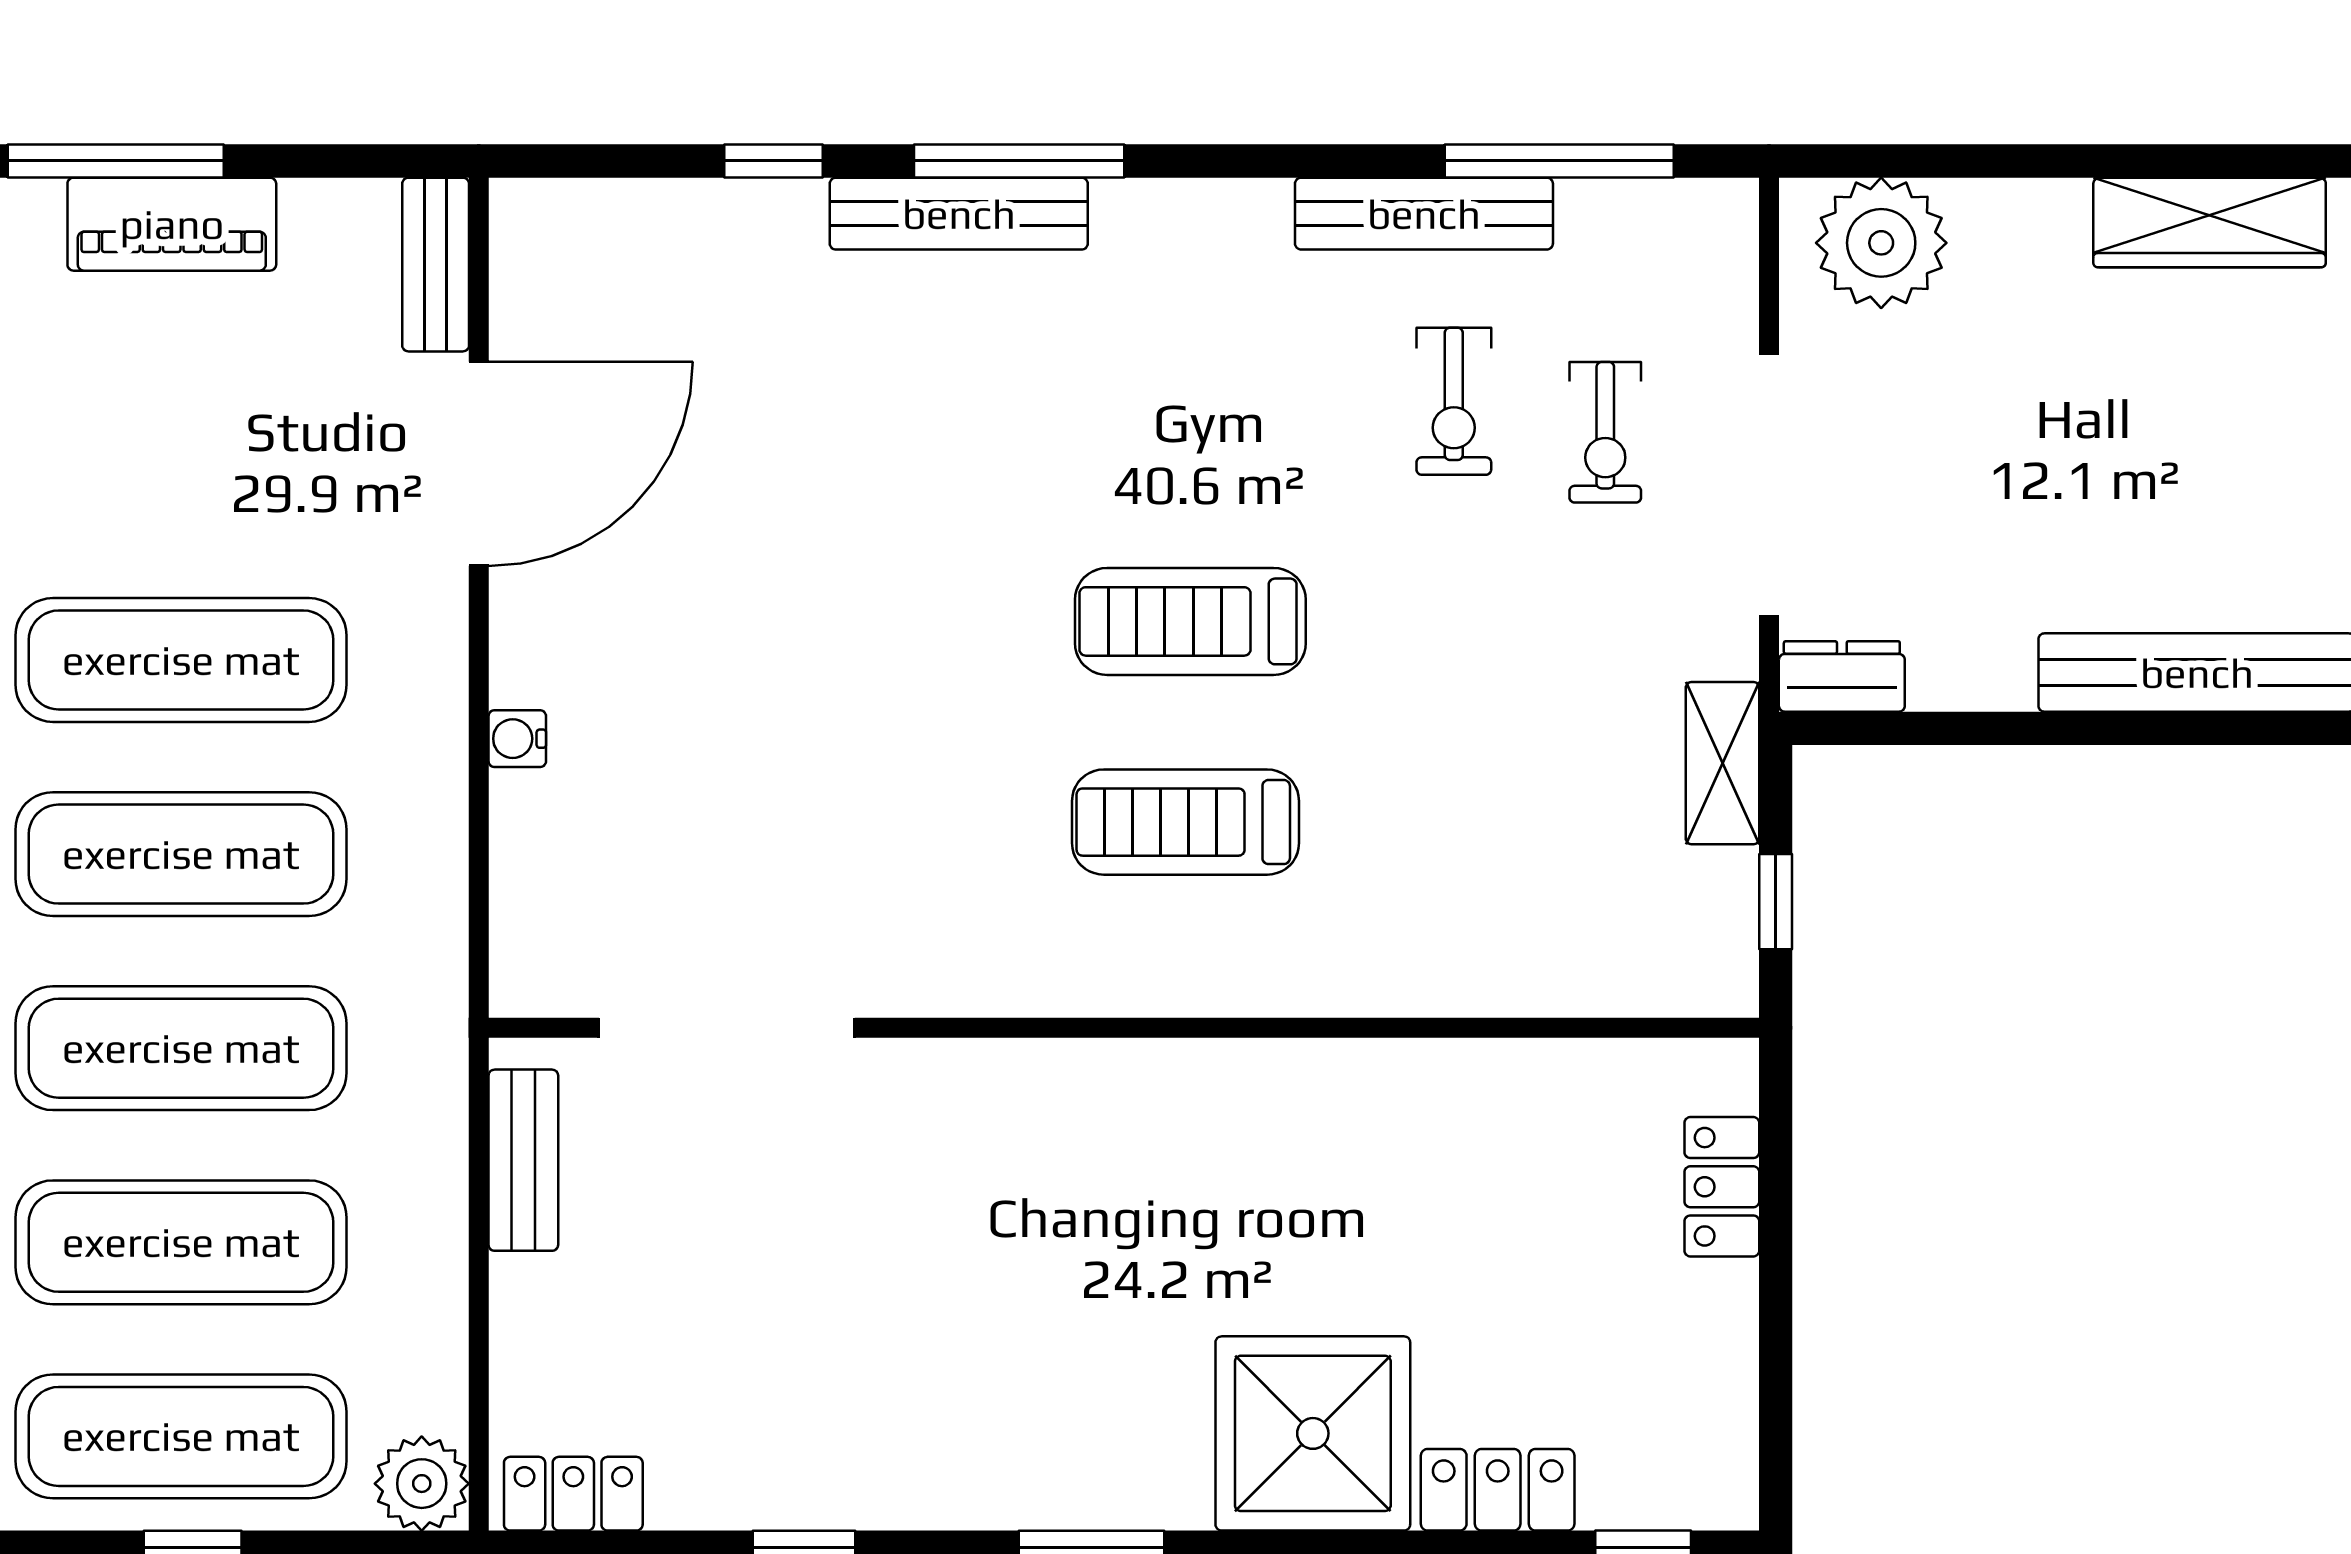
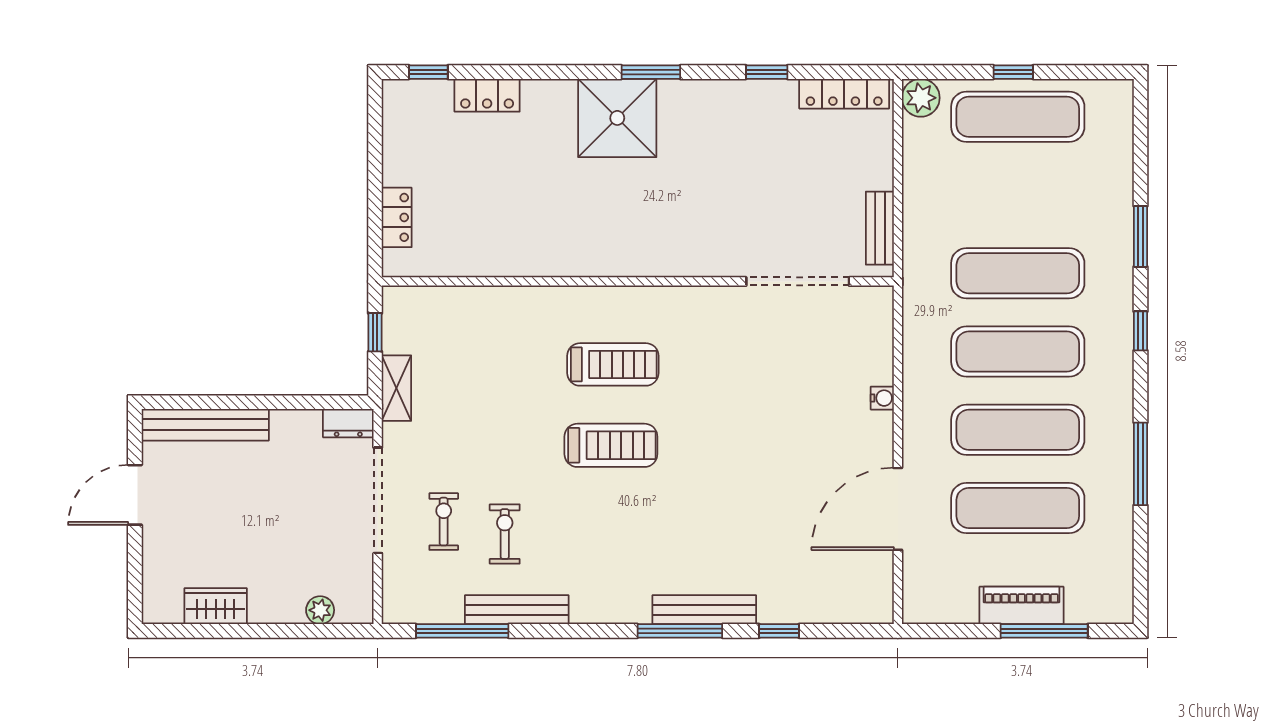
wardrobe: (2210, 222) -> (216, 606), width x0.67
plant: (1881, 243) -> (320, 610), width x0.53, depth x0.53
bench: (436, 265) -> (915, 589), removed
exercise mat: (181, 1242) -> (1018, 508), moved
shower: (1313, 1433) -> (617, 118), moved
locker: (573, 1494) -> (844, 94), width x1.53

